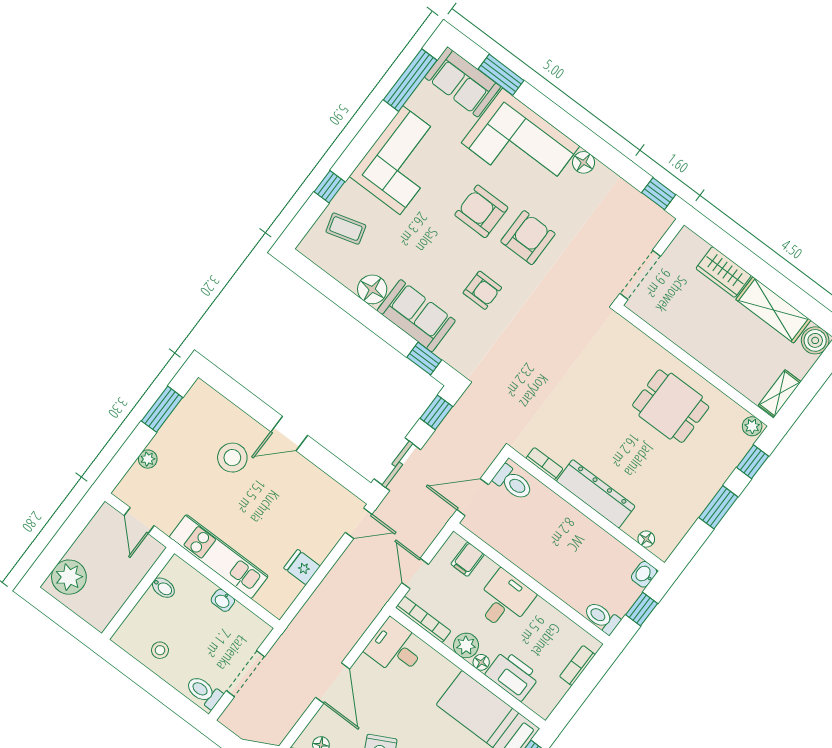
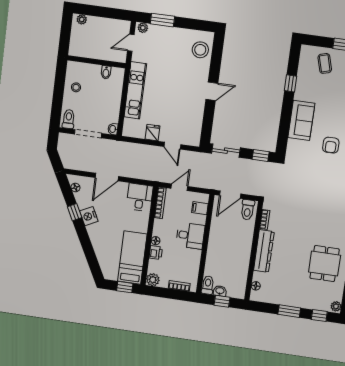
floor lamp: (372, 289) -> (302, 92), removed
window: (424, 359) -> (290, 83), moved
window: (162, 409) -> (162, 20), moved
door: (289, 434) -> (212, 91), swing flipped
stool: (232, 458) -> (200, 50), moved
plant: (148, 459) -> (143, 28), moved
door: (473, 497) -> (230, 195), swing flipped
door: (359, 523) -> (172, 146), moved
washbasin: (644, 574) -> (220, 291), moved
plant: (69, 577) -> (82, 19), width x0.53, depth x0.53
washbasin: (223, 600) -> (113, 129), moved
plant: (466, 645) -> (153, 280), moved
printer: (512, 675) -> (156, 252), width x0.53, depth x0.68

